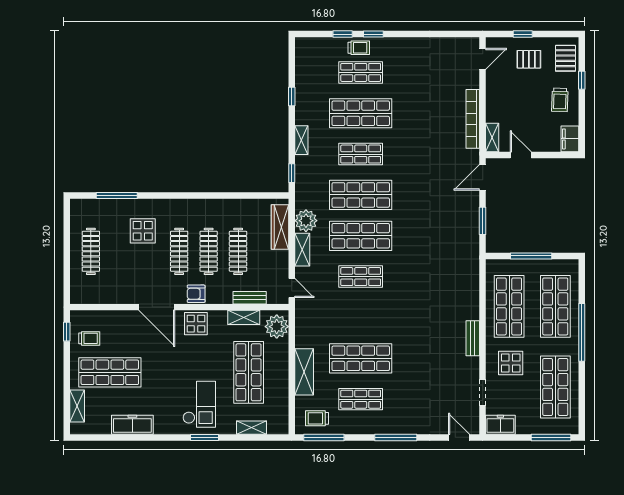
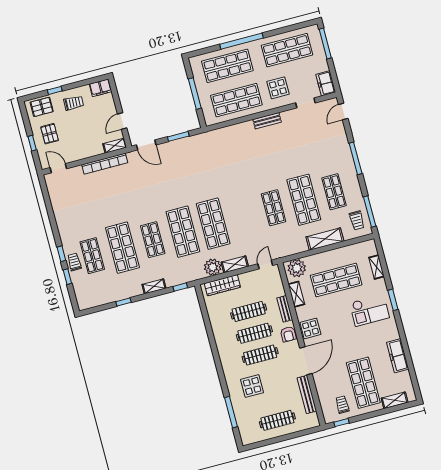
shop shelf: (361, 277) -> (274, 208), moved
bench: (114, 297) -> (307, 394), added
bench: (250, 298) -> (285, 309), moved
checkout: (199, 404) -> (369, 310), turned 180

